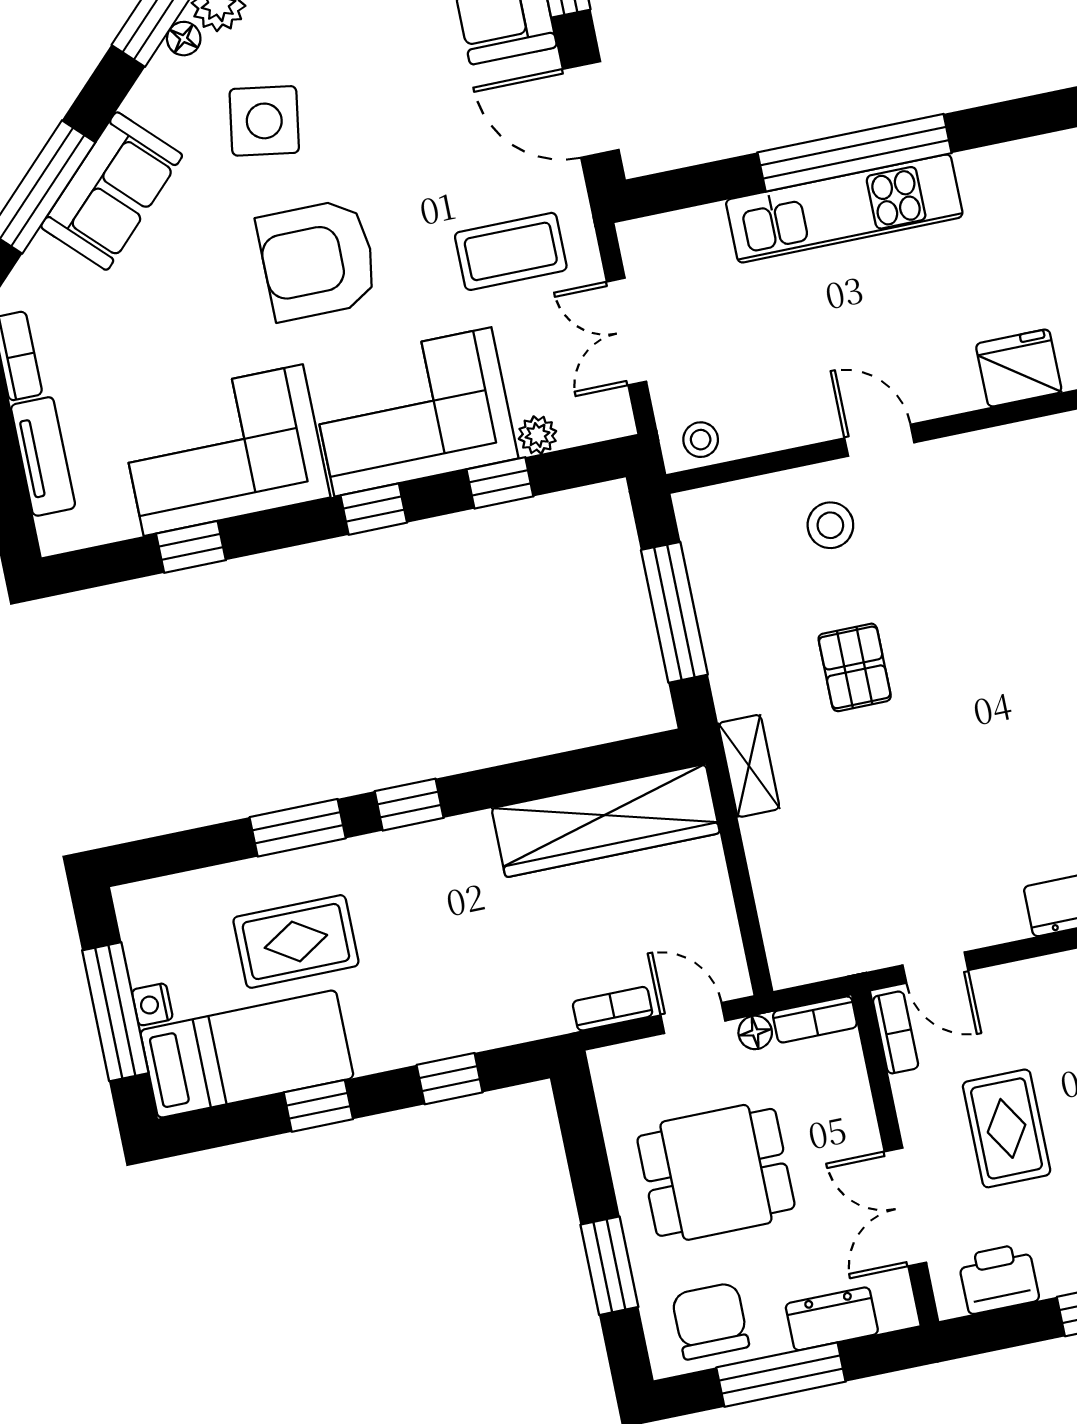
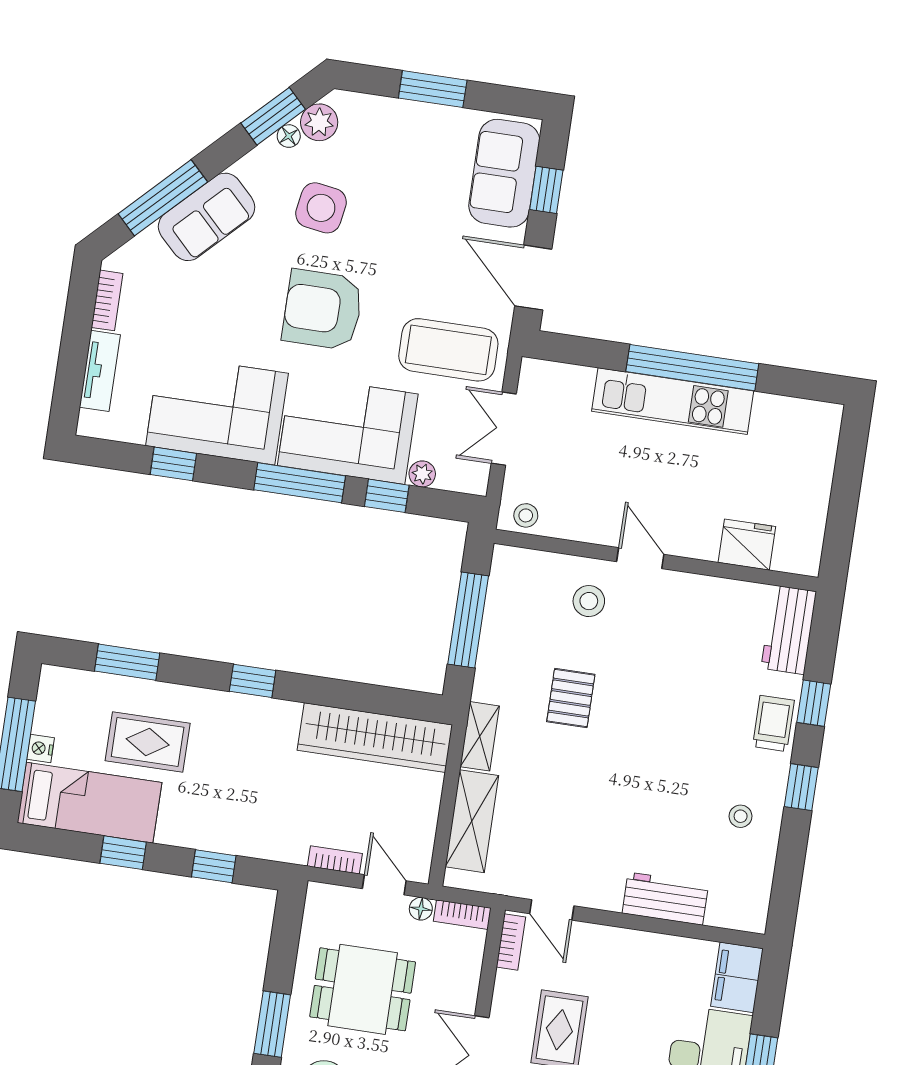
coffee table: (511, 251) -> (448, 350), width x1.36, depth x1.32
window: (374, 509) -> (300, 483), width x2.17
window: (298, 828) -> (127, 662), moved
shelving: (781, 886) -> (472, 821), added

